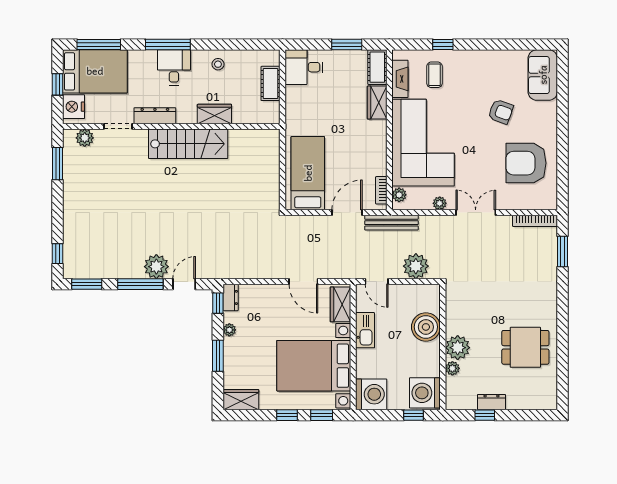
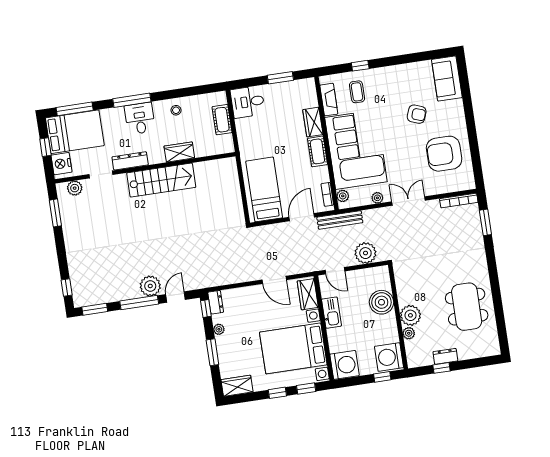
cot: (377, 67) -> (317, 151), moved
dining table: (525, 347) -> (467, 307), width x1.38

